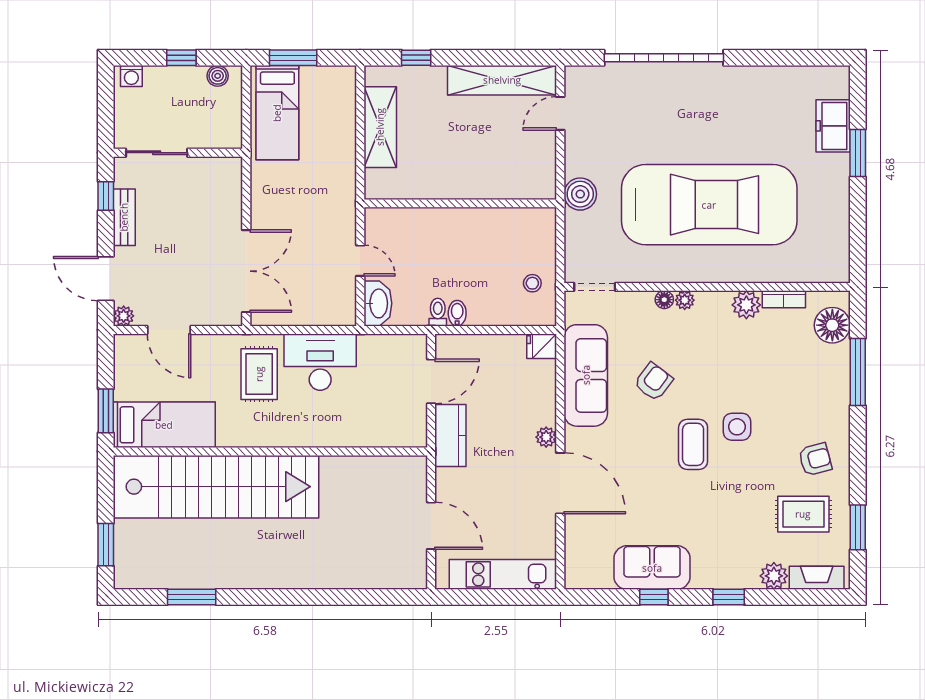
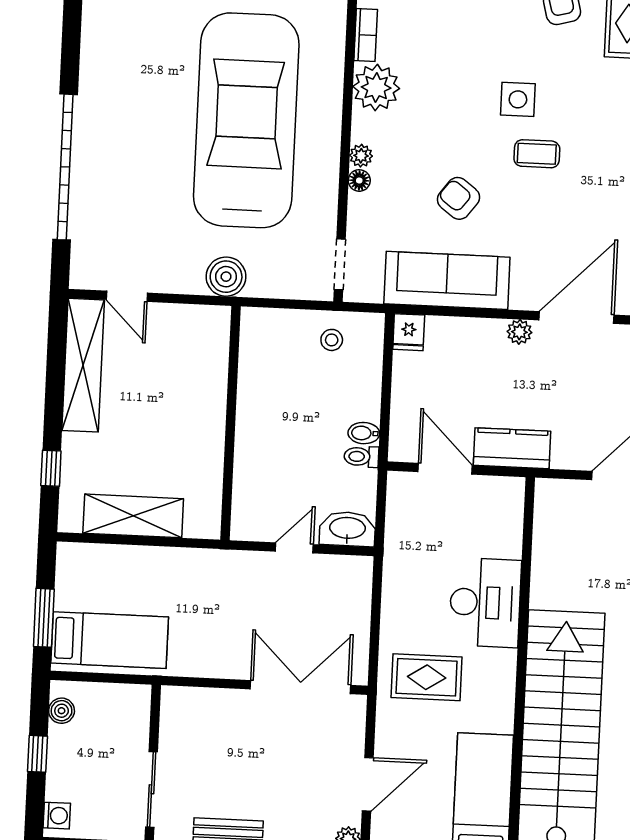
plant: (746, 305) -> (376, 88), width x1.36, depth x1.36
desk: (320, 362) -> (485, 603), moved, turned 180
coffee table: (693, 444) -> (537, 154), width x0.73, depth x0.77

